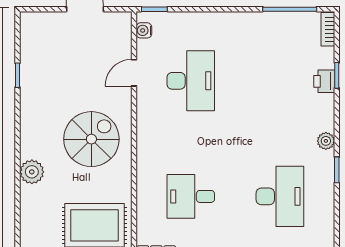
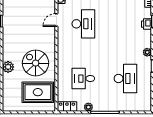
spiral stairs: (91, 139) -> (36, 63), moved, turned -90

